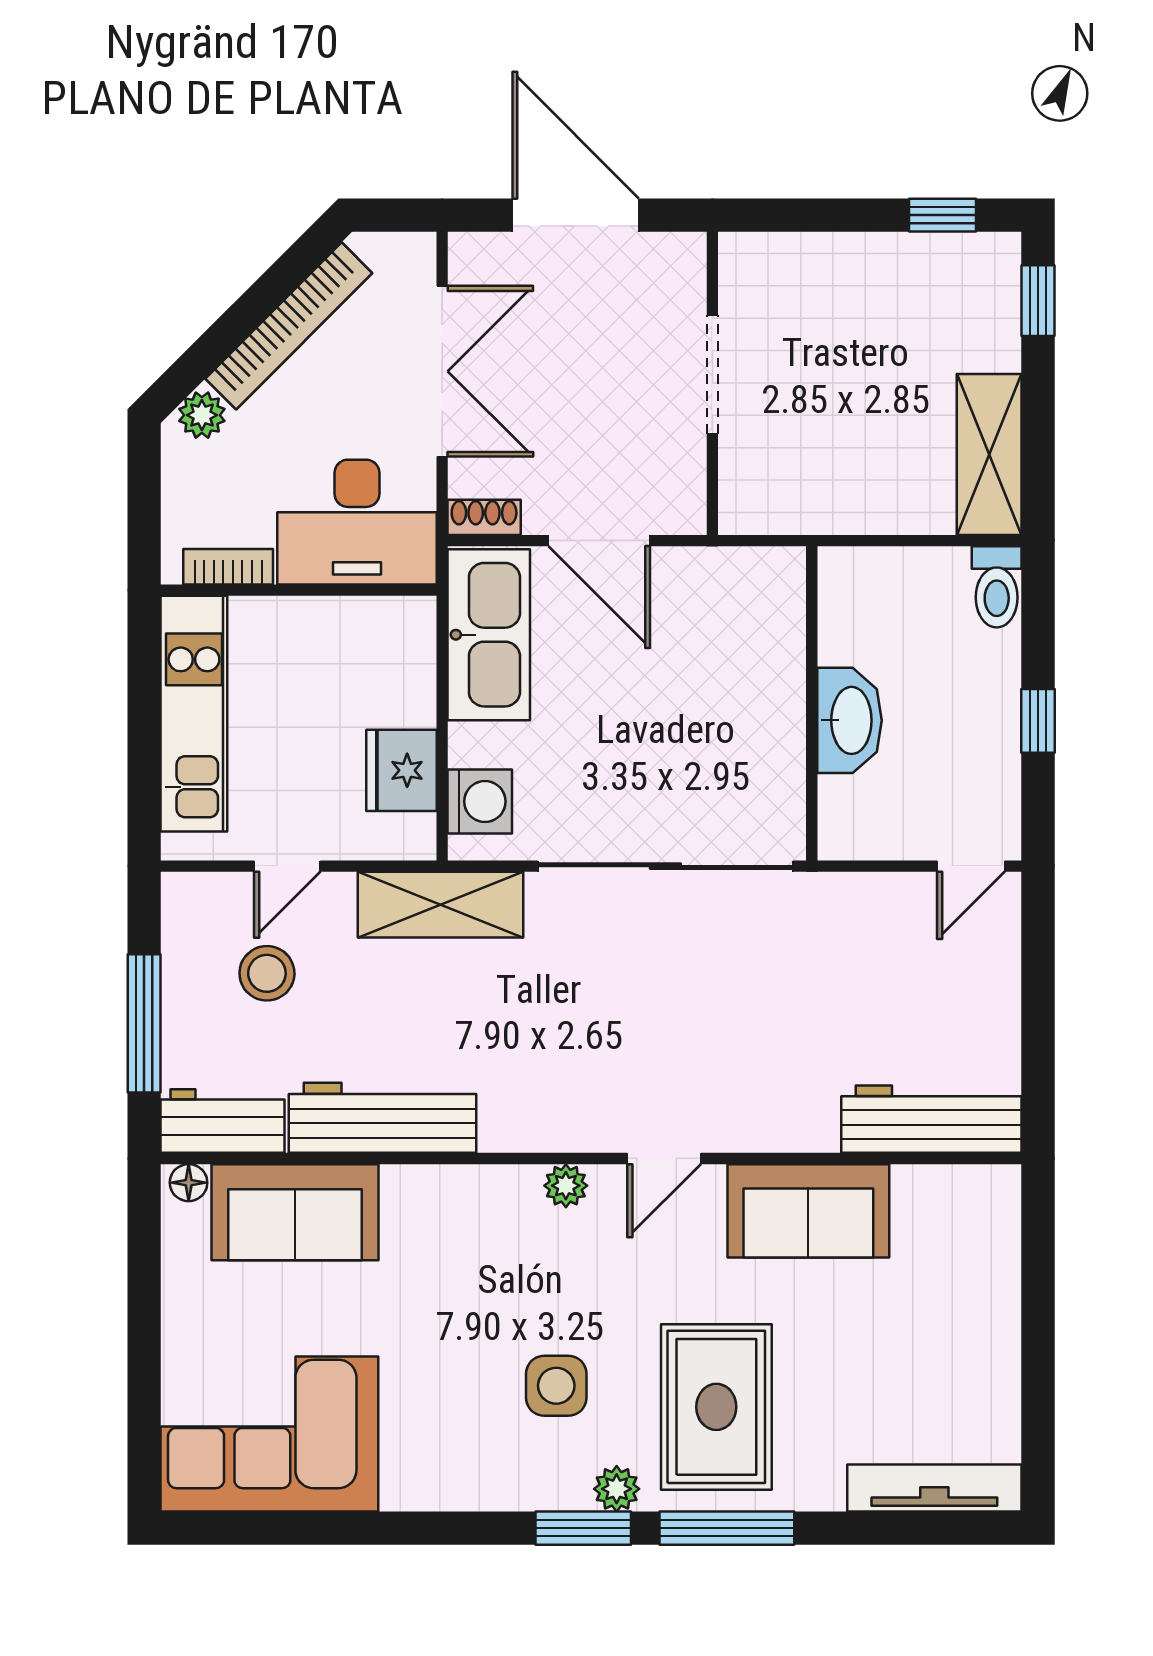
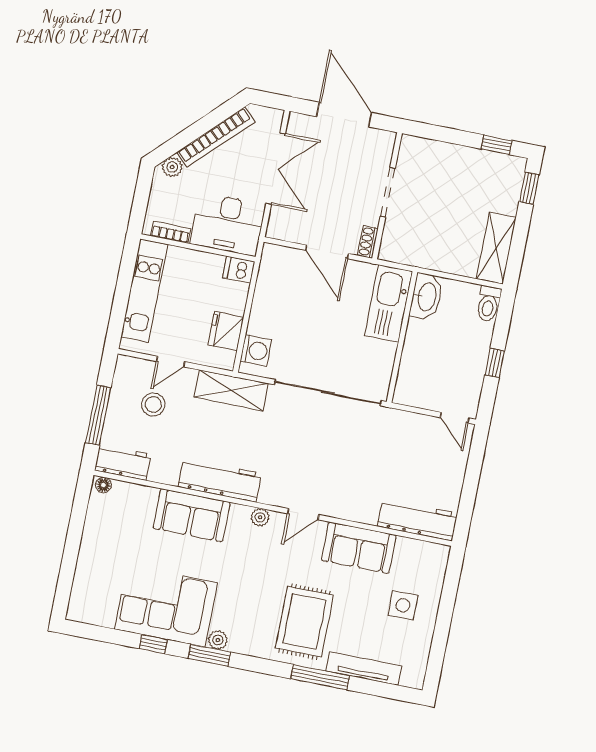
shoe rack: (484, 517) -> (368, 242), moved, turned -90
dishwasher: (403, 622) -> (239, 270), added
kitchen sink: (489, 635) -> (389, 303), moved, turned 180
washbasin: (849, 720) -> (426, 297), moved
door: (971, 866) -> (455, 418), hinge flipped
workbench: (382, 1118) -> (220, 480), moved
sofa: (295, 1212) -> (192, 515), moved
side table: (556, 1386) -> (403, 605), moved
corner sofa: (269, 1434) -> (166, 606), moved
tv unit: (934, 1488) -> (364, 669), moved
plant: (617, 1489) -> (218, 640), moved
window: (377, 1528) -> (153, 644), added
window: (583, 1528) -> (209, 655), moved
window: (727, 1528) -> (320, 677), moved

